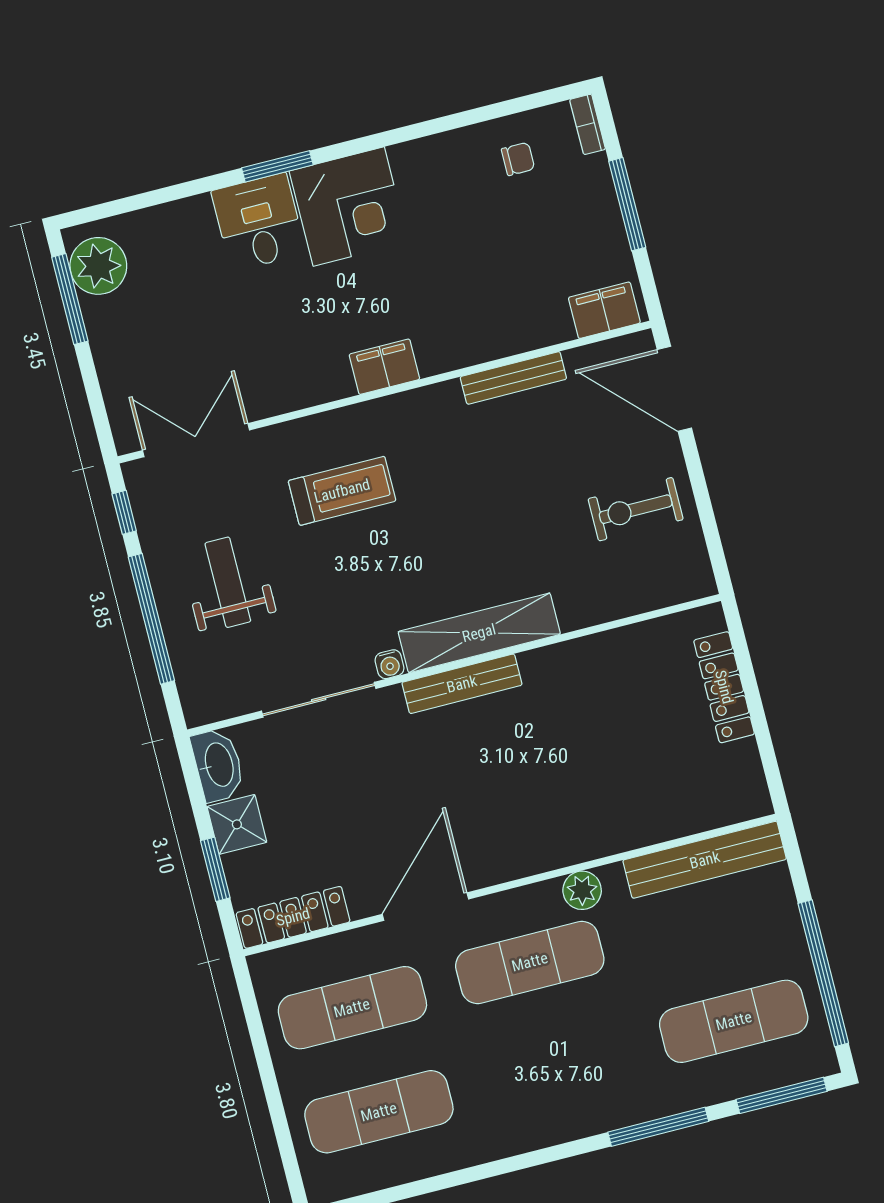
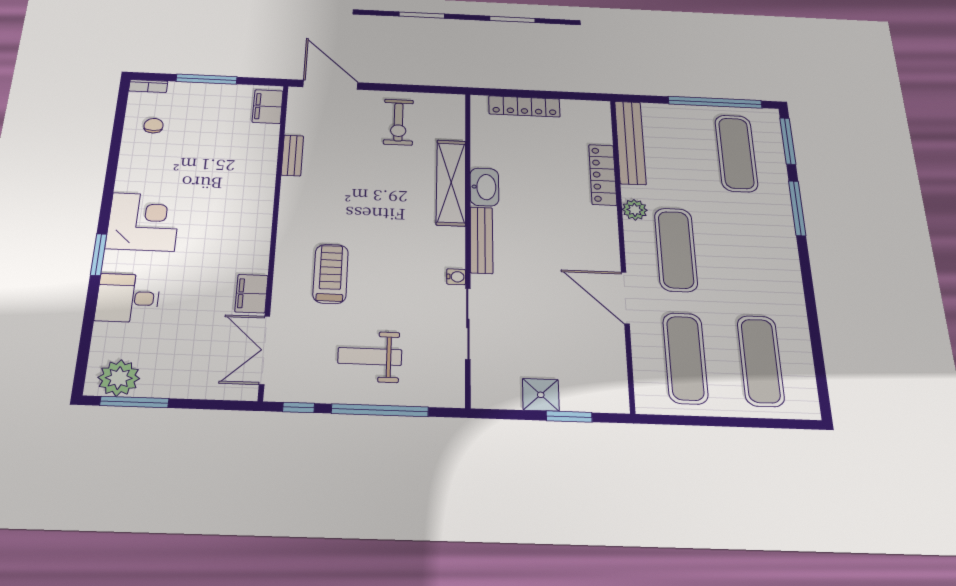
desk: (259, 222) -> (128, 298), moved
filing cabinet: (384, 367) -> (251, 294), moved
bench: (513, 378) -> (292, 155), width x0.73
door: (674, 389) -> (330, 85), swing flipped
shelving: (479, 633) -> (451, 183), moved
washbasin: (218, 765) -> (484, 187), moved, turned 90
locker: (293, 917) -> (603, 175), moved

